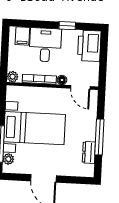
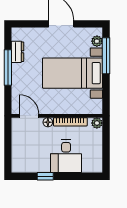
filing cabinet: (22, 36) -> (89, 164), removed
printer: (89, 46) -> (22, 157), removed

